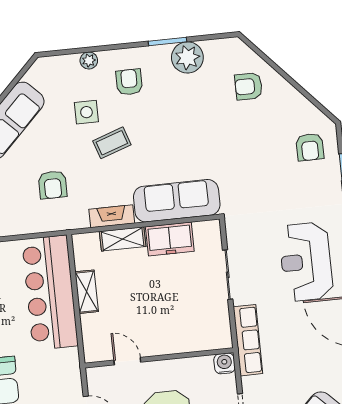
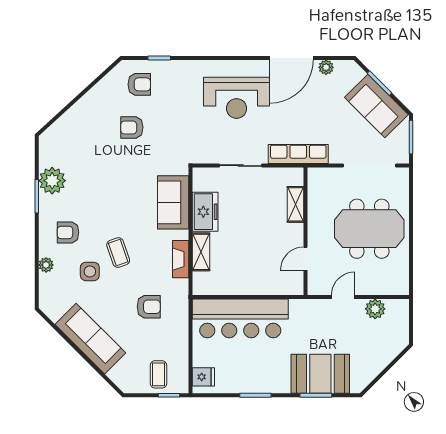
armchair: (249, 86) -> (132, 127), moved, turned 90
sofa: (177, 201) -> (173, 202), width x0.73
shelving: (87, 292) -> (295, 204), moved, turned 90
water cooler: (224, 363) -> (316, 176), removed

